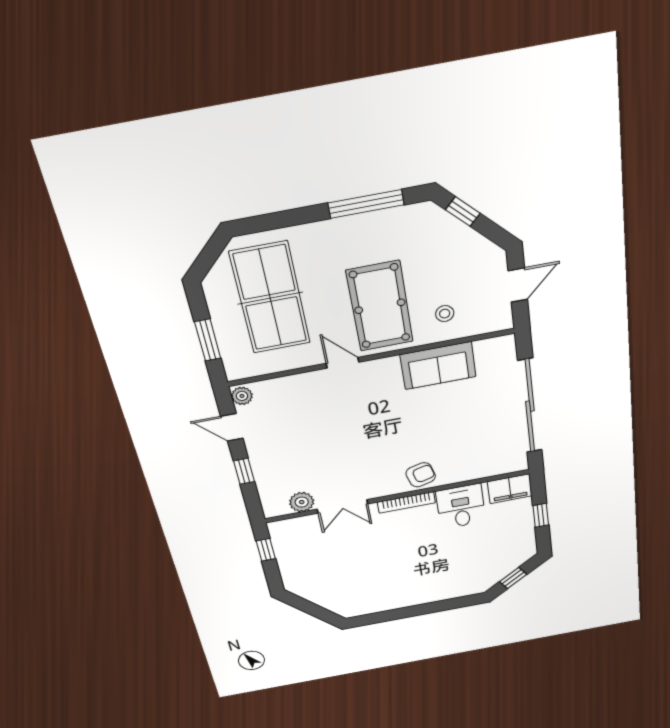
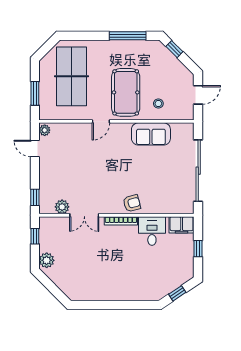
door: (342, 363) -> (101, 121), swing flipped
window: (244, 471) -> (35, 197), moved
plant: (294, 577) -> (47, 260), added

